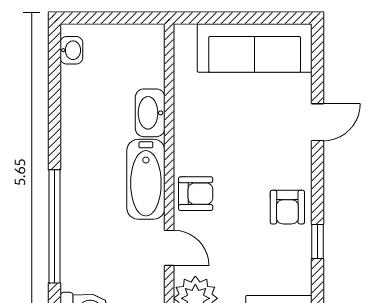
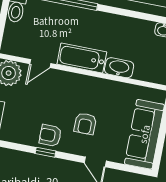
armchair: (196, 194) -> (85, 124), moved
window: (317, 242) -> (45, 152), moved

